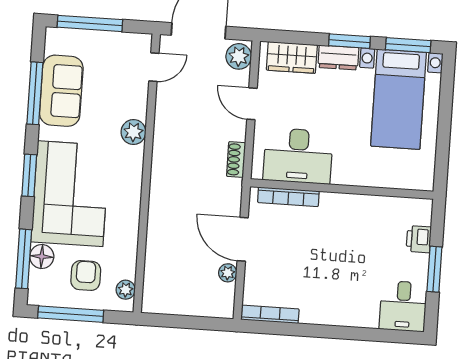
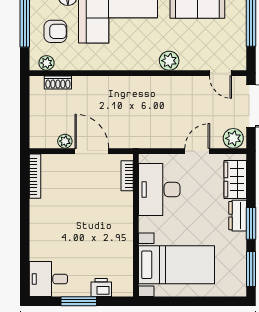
bed with nightstands: (399, 99) -> (177, 265), moved, turned 180
shoe rack: (236, 160) -> (58, 82), moved, turned 180
bookcase: (288, 197) -> (127, 176), width x0.64
door: (243, 239) -> (92, 151), hinge flipped

